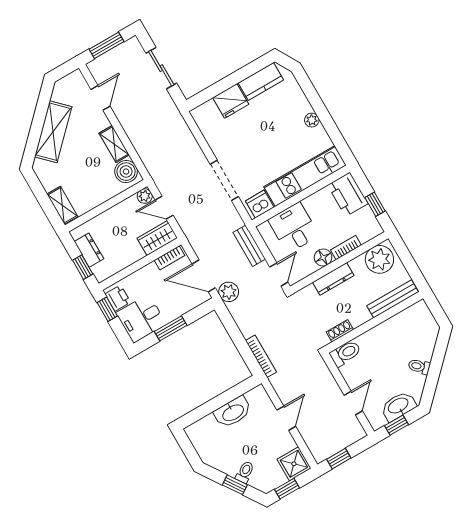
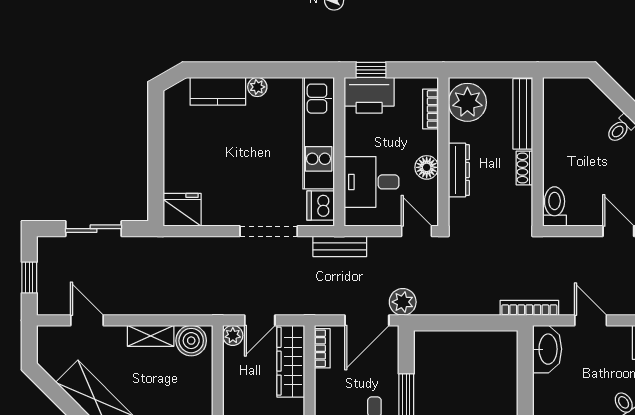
window: (106, 45) -> (29, 278), width x0.67
kitchen counter: (261, 81) -> (218, 91), moved, turned 90
fridge: (231, 101) -> (182, 210), moved, turned -90
window: (375, 204) -> (371, 70), moved
wardrobe: (157, 238) -> (291, 361), width x1.50
bench: (249, 246) -> (340, 246), moved
bookcase: (346, 248) -> (431, 109), moved
shoe rack: (340, 331) -> (524, 168), moved
bookcase: (261, 356) -> (529, 308), moved
washbasin: (233, 412) -> (547, 349), moved

